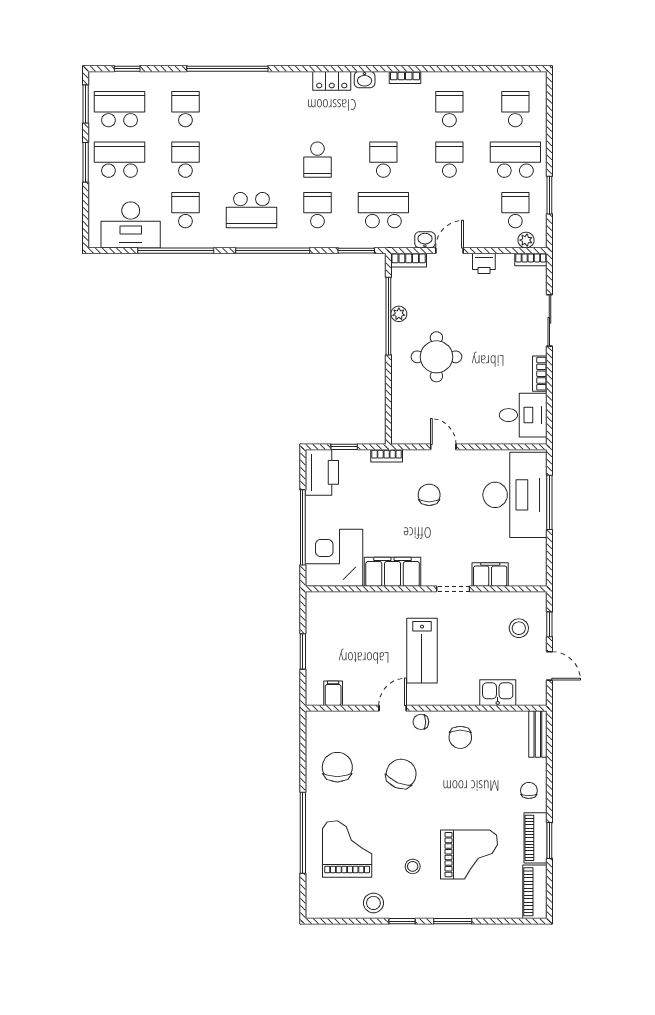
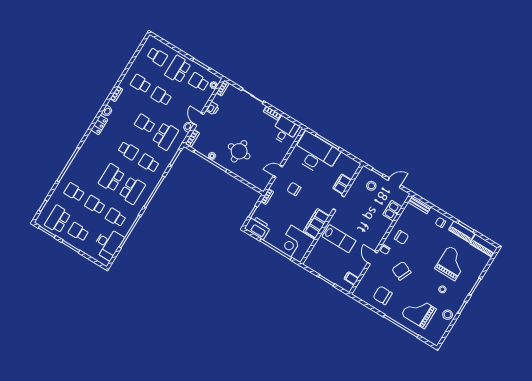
school desk: (515, 109) -> (157, 57), turned 180
school desk: (120, 160) -> (78, 232), width x0.54
school desk: (251, 160) -> (112, 178), added
school desk: (383, 210) -> (165, 136), turned 180
lab bench: (422, 651) -> (339, 239), moved

